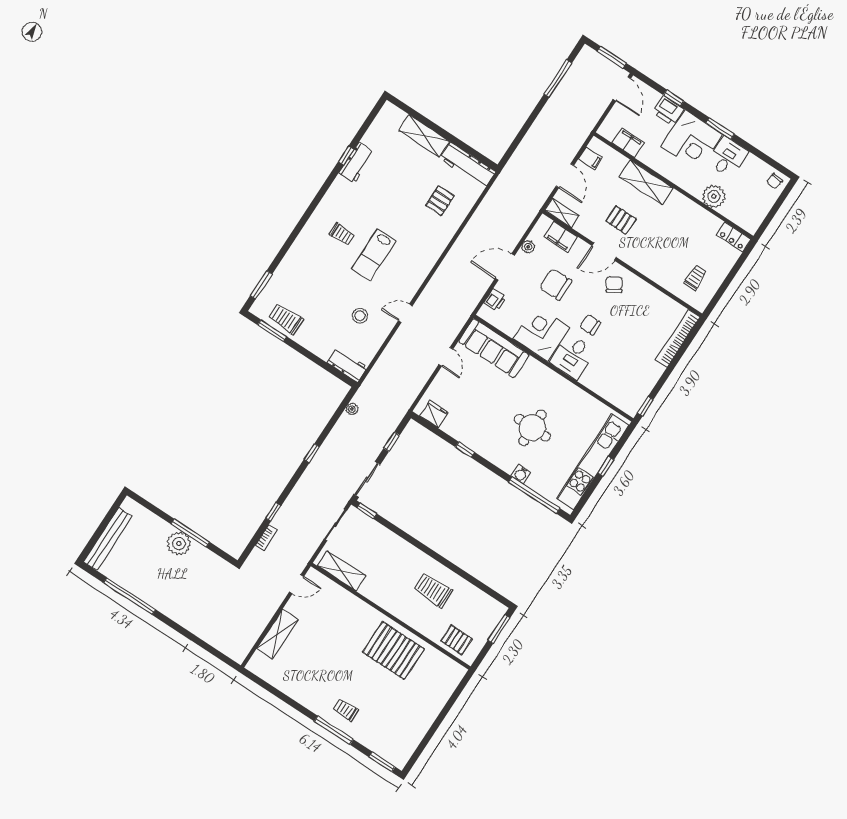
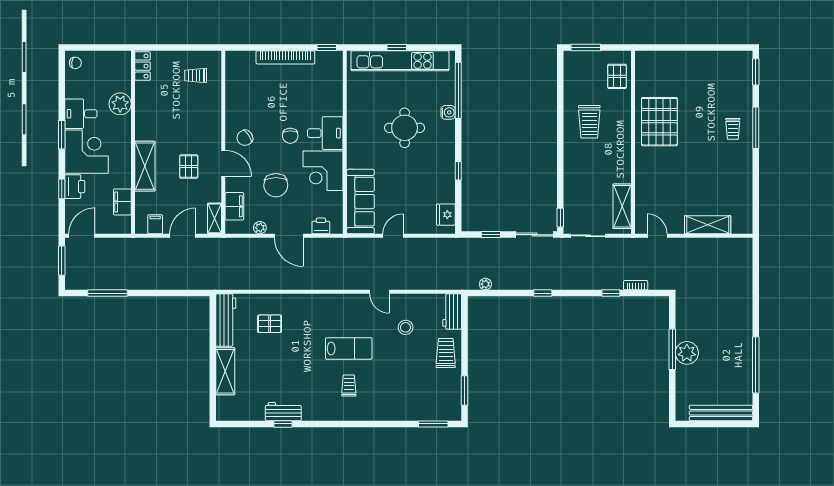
trolley: (286, 319) -> (446, 353), moved, turned 180
bookcase: (678, 338) -> (285, 57), moved

